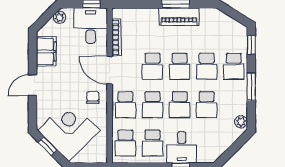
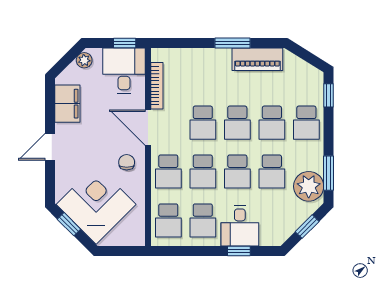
piano: (179, 17) -> (257, 59), moved
window: (251, 87) -> (329, 173), moved
plant: (241, 122) -> (309, 186), width x1.87, depth x1.87
window: (234, 148) -> (307, 227), added

